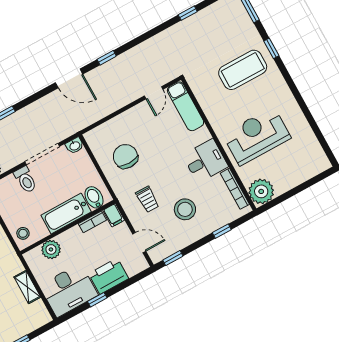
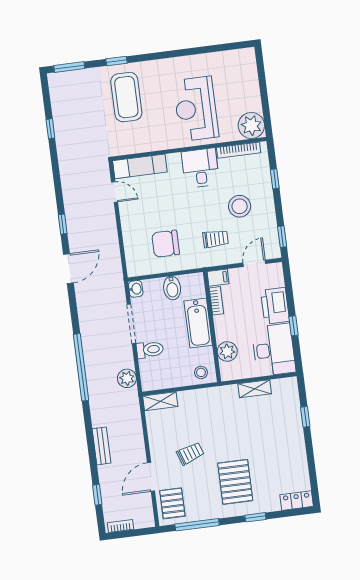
bidet: (94, 197) -> (172, 288), moved, turned -90

